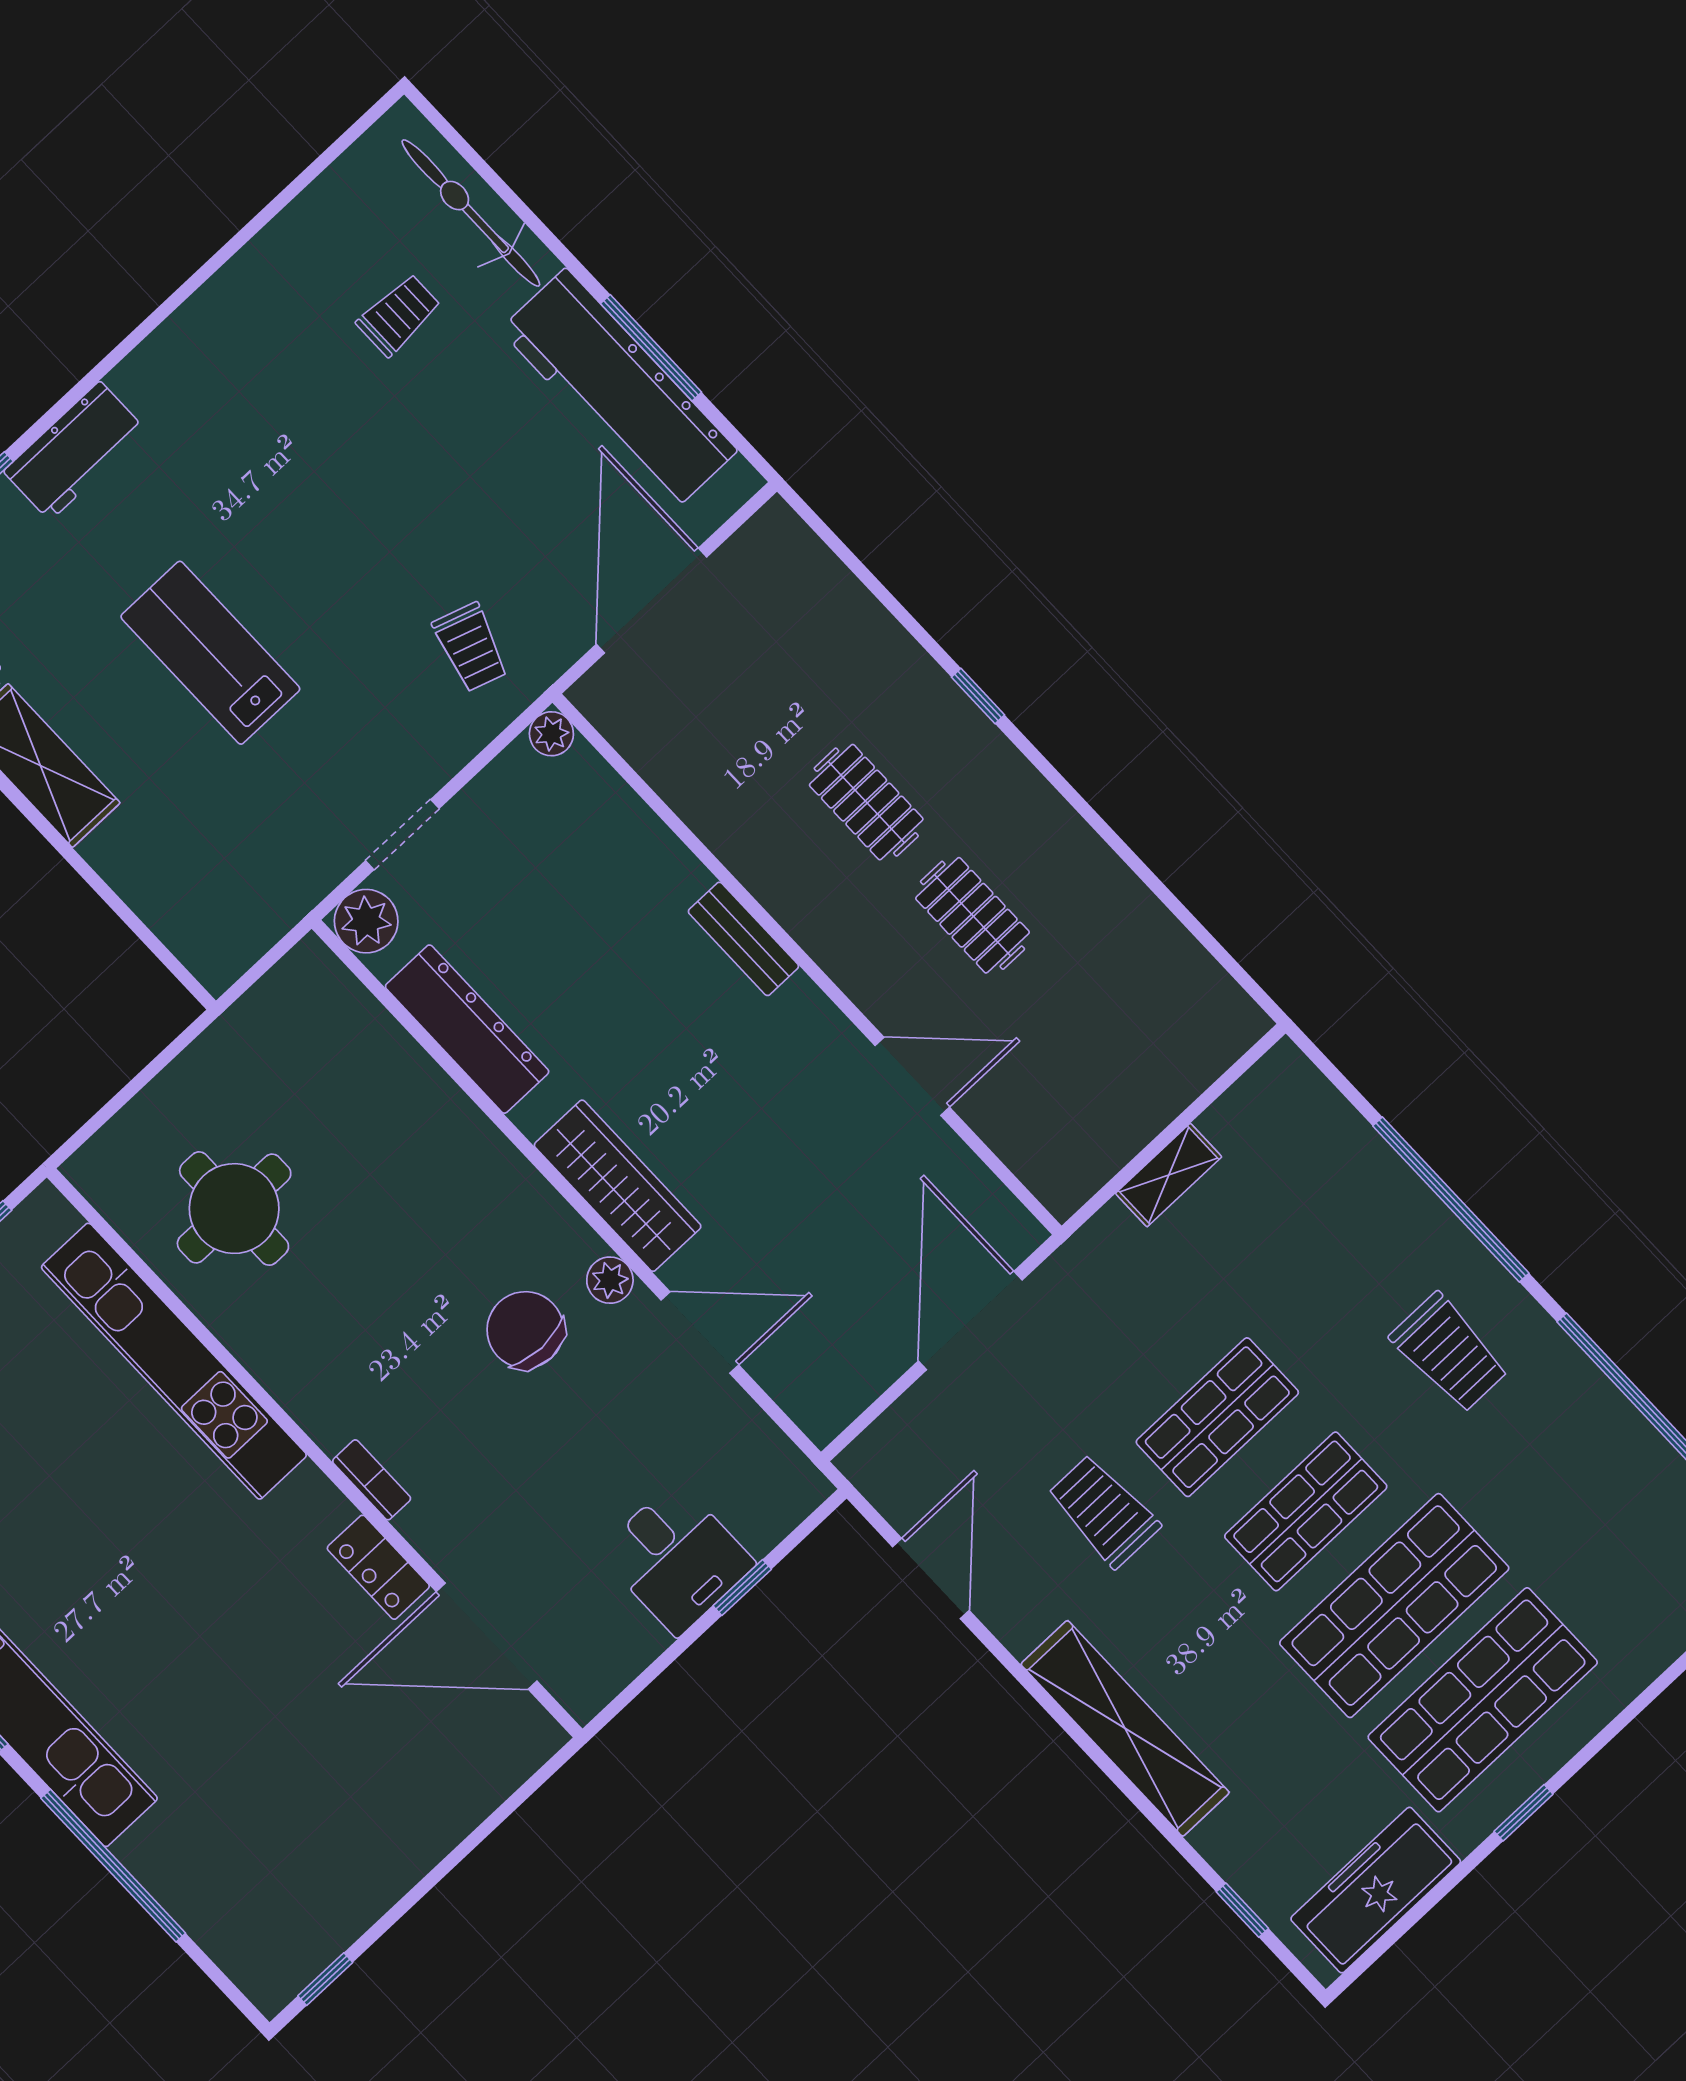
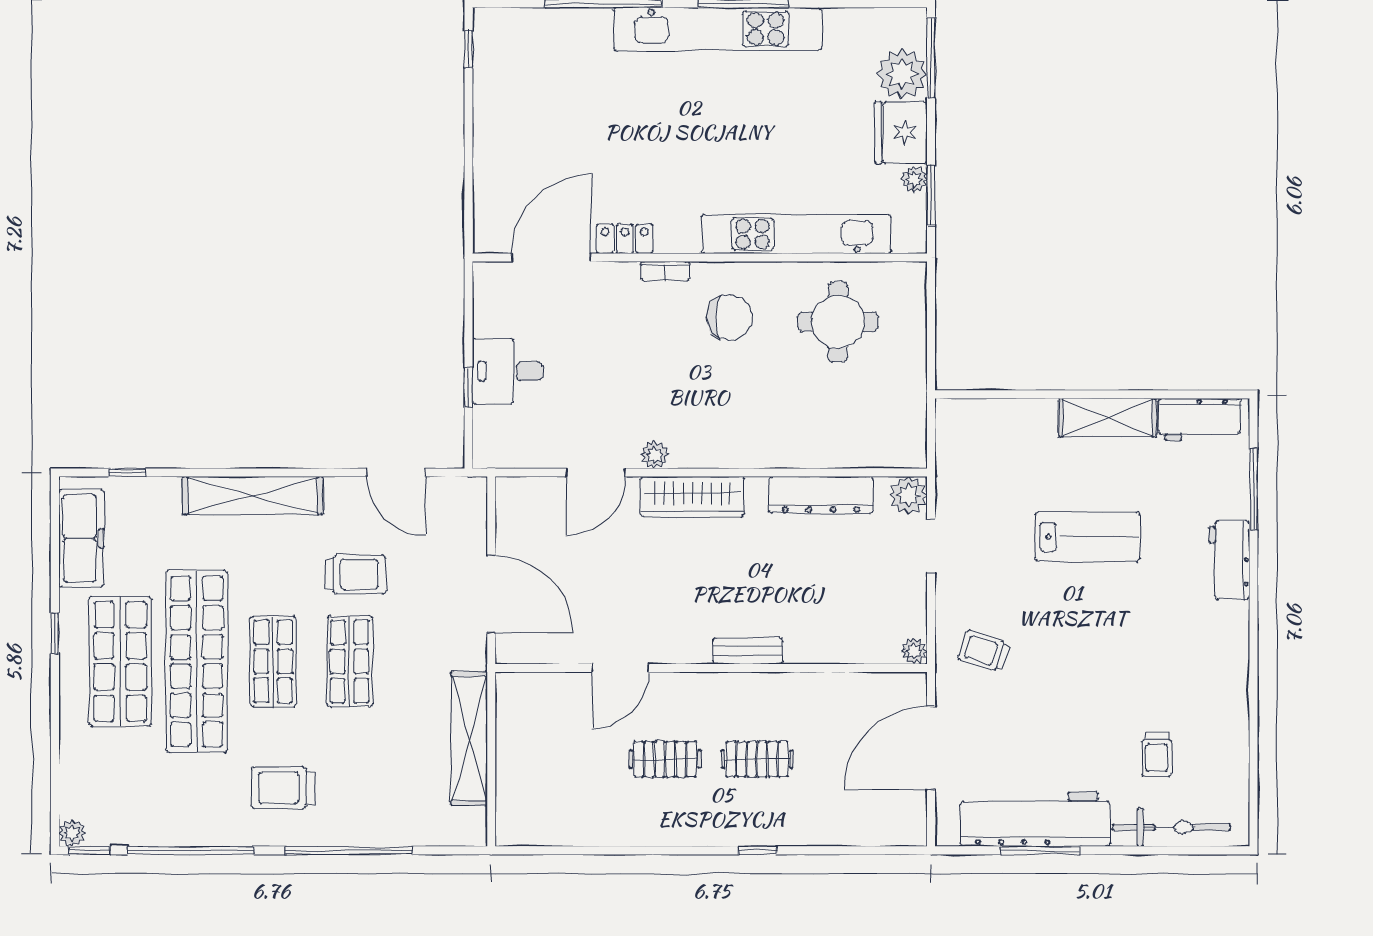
door: (651, 601) -> (931, 748), swing flipped
shelving: (1169, 1175) -> (469, 739), width x2.20, depth x1.33
chair: (525, 1330) -> (729, 317), moved
shop shelf: (1394, 1606) -> (197, 661), width x1.40

